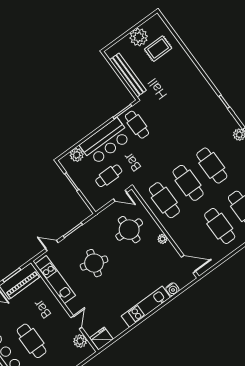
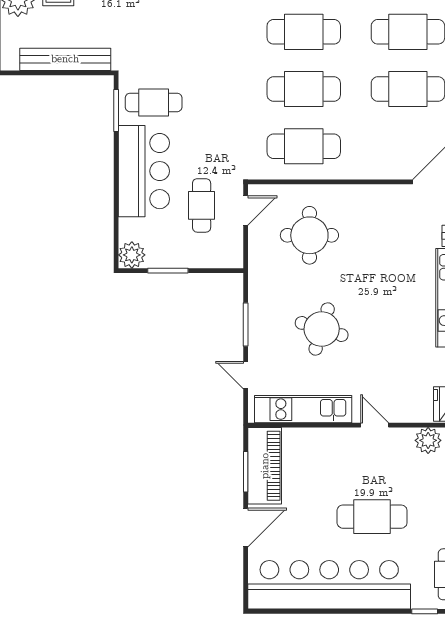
plant: (77, 155) -> (132, 255), moved
plant: (162, 239) -> (362, 194), removed
door: (52, 246) -> (246, 375), hinge flipped
door: (76, 322) -> (375, 425), moved

